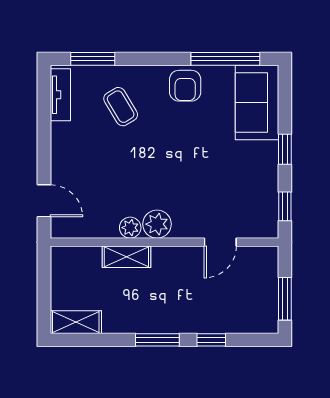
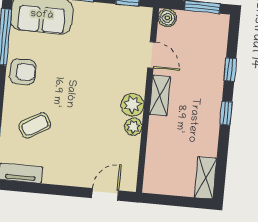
shelving: (126, 257) -> (160, 96), moved
boiler: (268, 257) -> (167, 18), added
window: (157, 340) -> (226, 113), width x0.67

